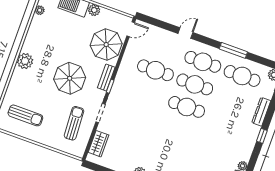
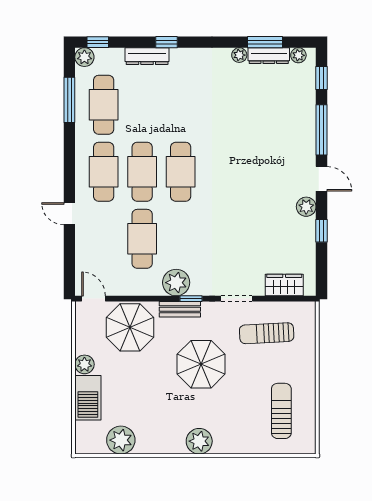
plant: (40, 10) -> (121, 440), width x1.88, depth x1.88
window: (233, 50) -> (69, 100), moved
plant: (123, 81) -> (176, 283), added
window: (262, 136) -> (166, 42), moved

